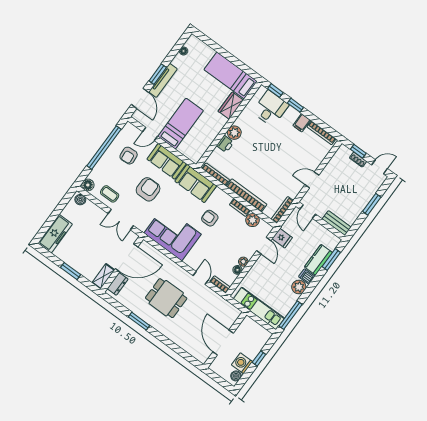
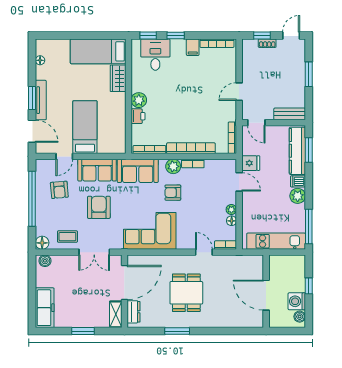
plant: (253, 220) -> (173, 166), moved
kitchen counter: (318, 260) -> (297, 151), width x1.50
dining table: (166, 298) -> (186, 293), turned 90

